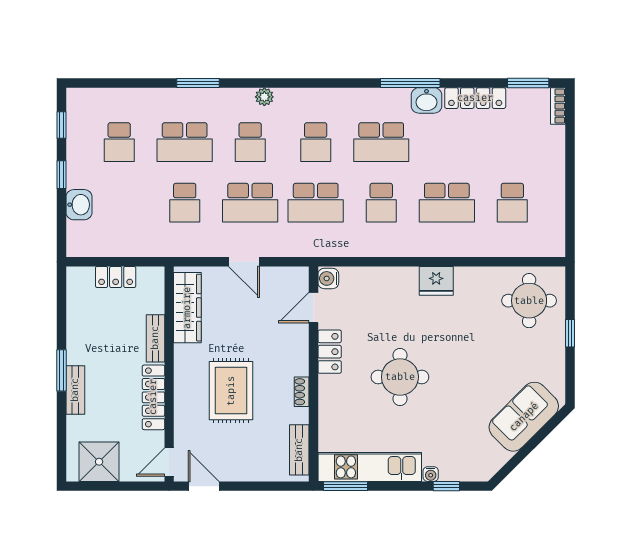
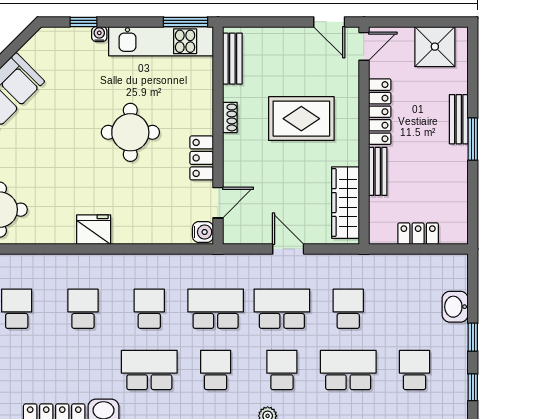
school desk: (447, 203) -> (83, 309), width x0.54
rug: (231, 391) -> (301, 119), turned 90

